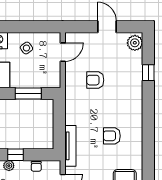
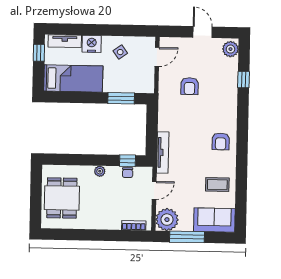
armchair: (95, 80) -> (189, 86), turned -90
armchair: (112, 136) -> (221, 141), moved, turned -90
window: (16, 155) -> (128, 161), moved

